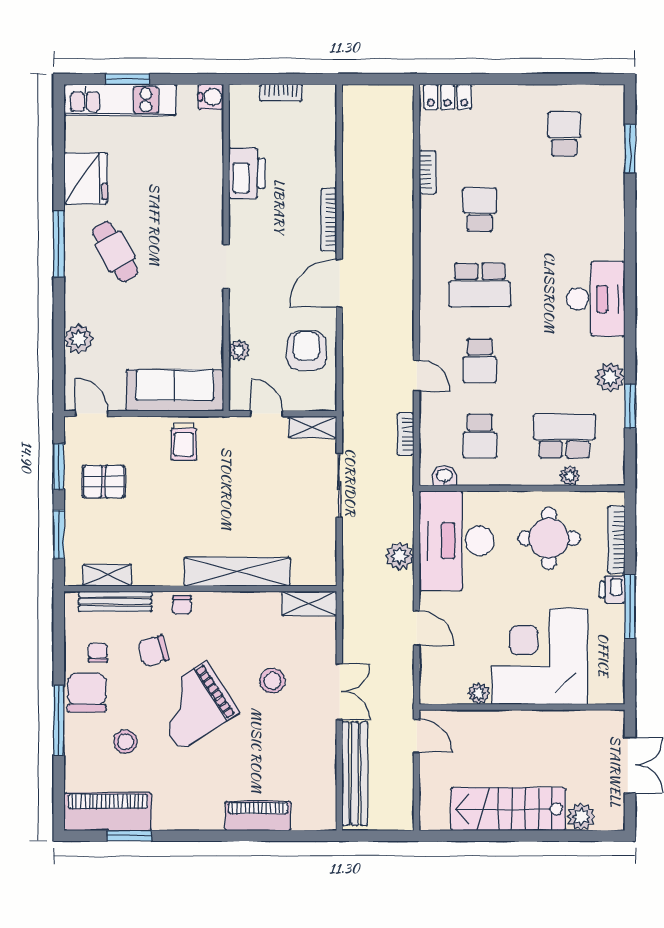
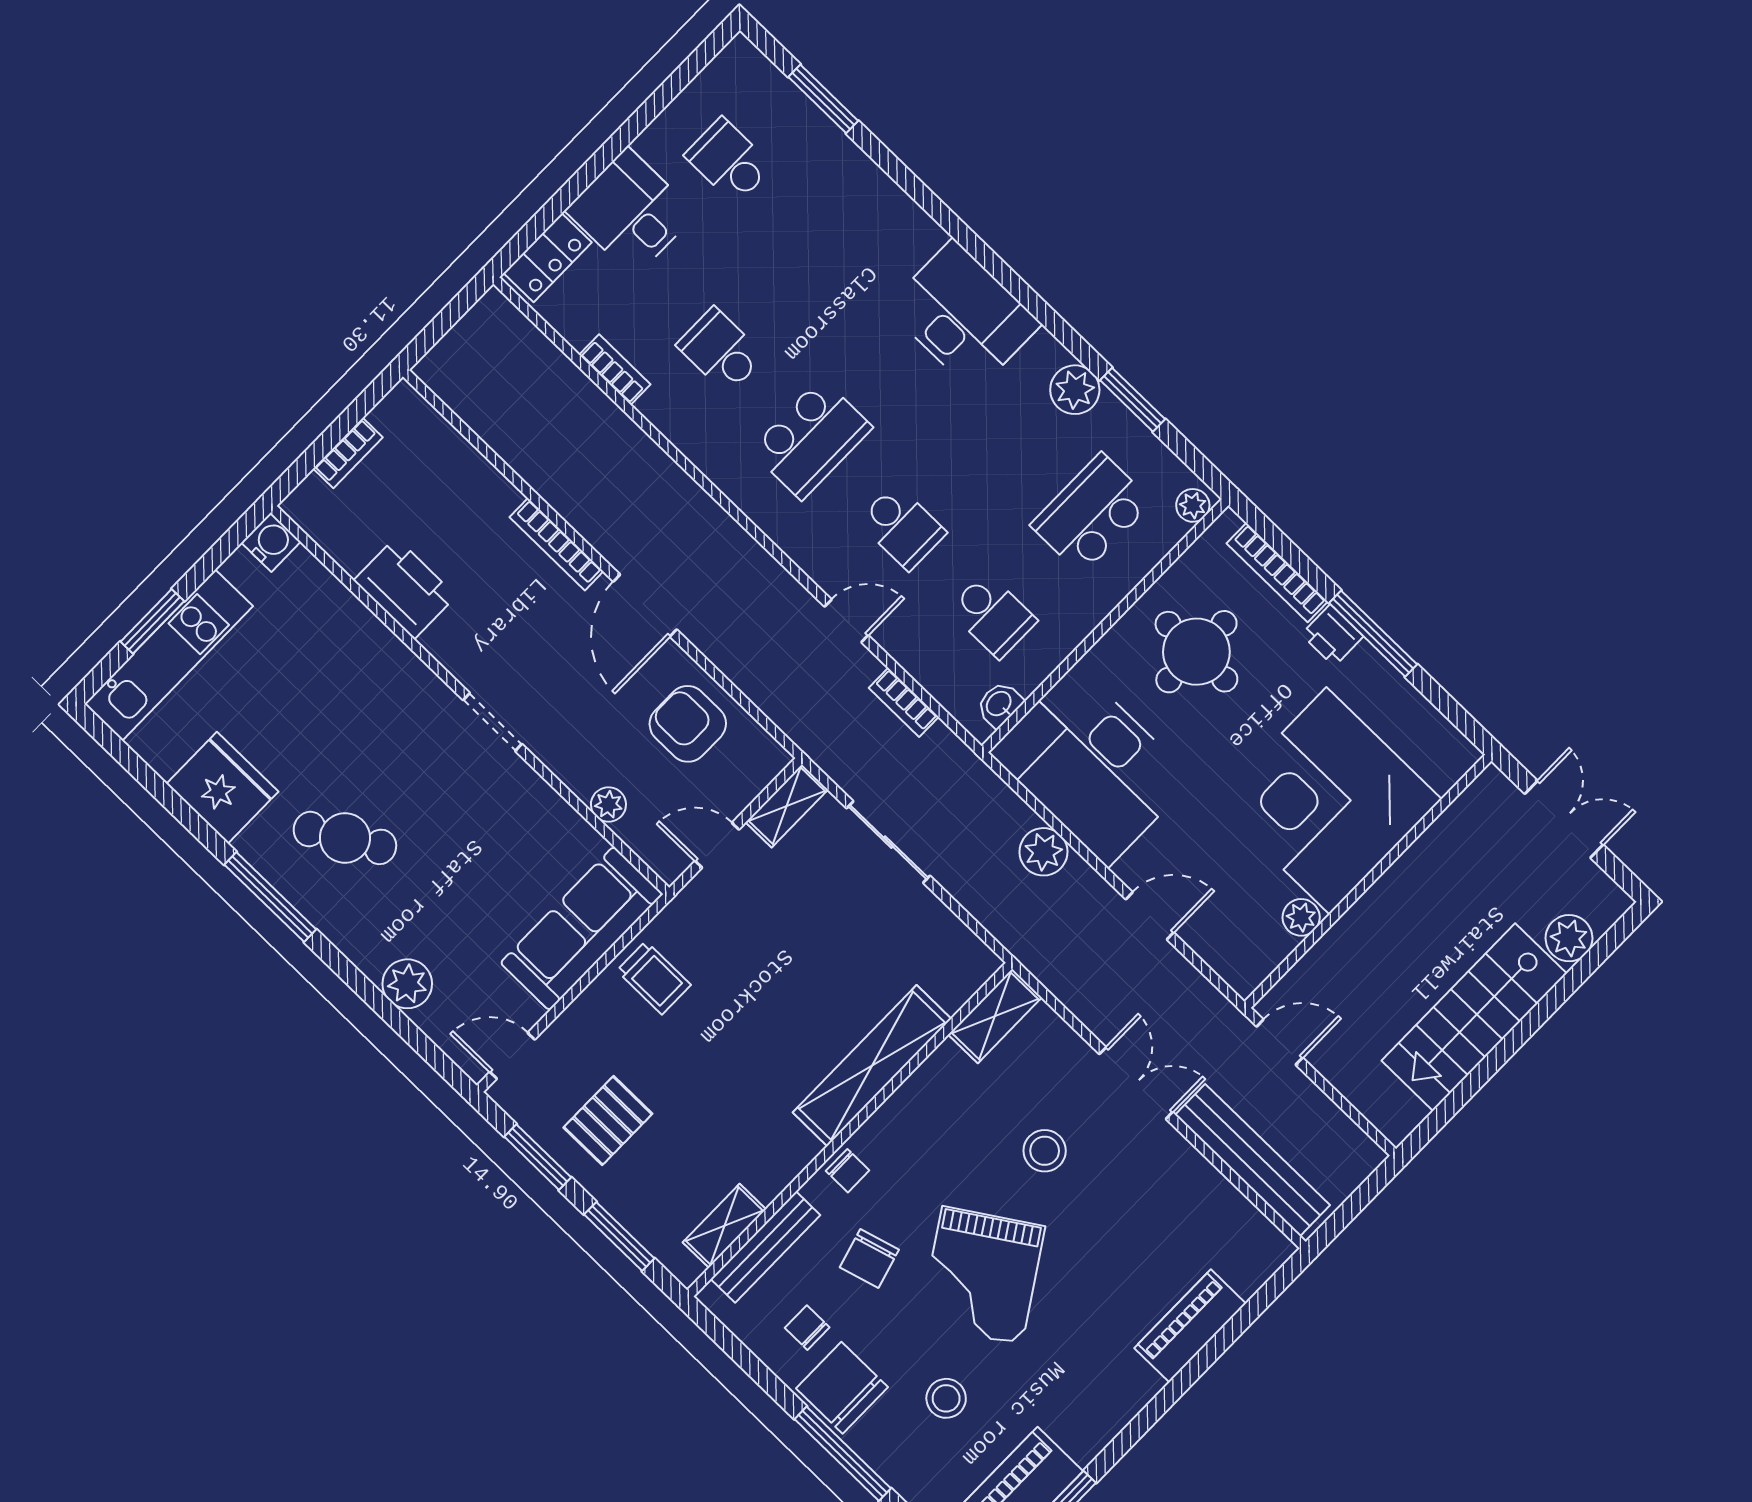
desk: (502, 114) -> (631, 212), added
plant: (570, 476) -> (1193, 505), moved

